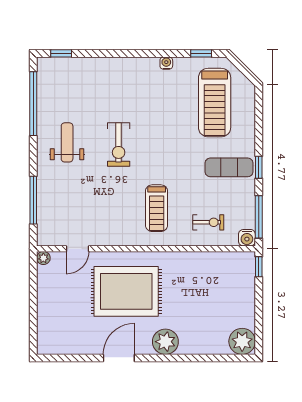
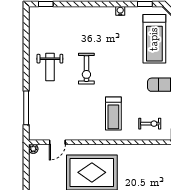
window: (33, 104) -> (26, 40), removed
weight bench: (67, 142) -> (50, 67), turned 180

